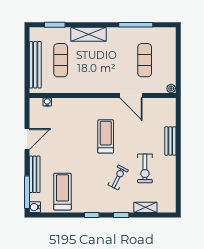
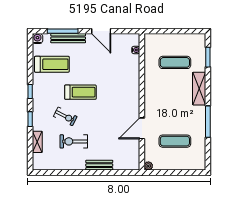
window: (136, 25) -> (208, 122), moved
bench: (35, 65) -> (171, 39), removed
treadmill: (106, 136) -> (80, 92), moved
window: (27, 192) -> (63, 31), moved

